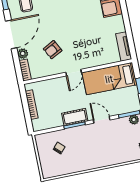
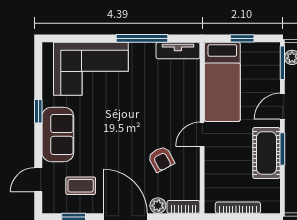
window: (127, 22) -> (142, 38), added
door: (74, 73) -> (202, 134), swing flipped
cot: (75, 117) -> (266, 153), width x1.37, depth x1.34

